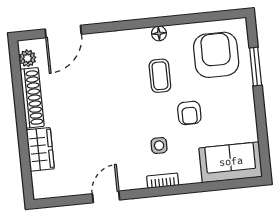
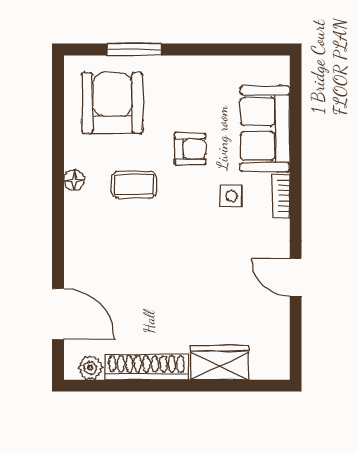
armchair: (216, 55) -> (112, 103), turned 90
sofa: (231, 162) -> (265, 129), moved

